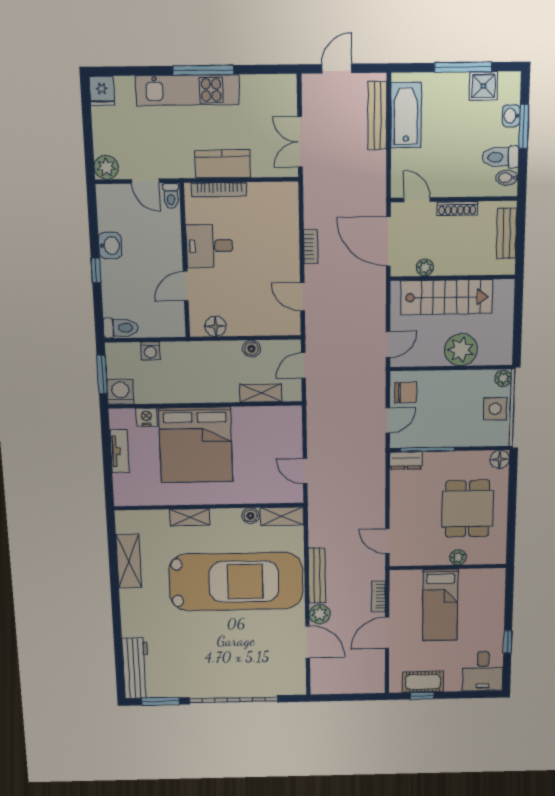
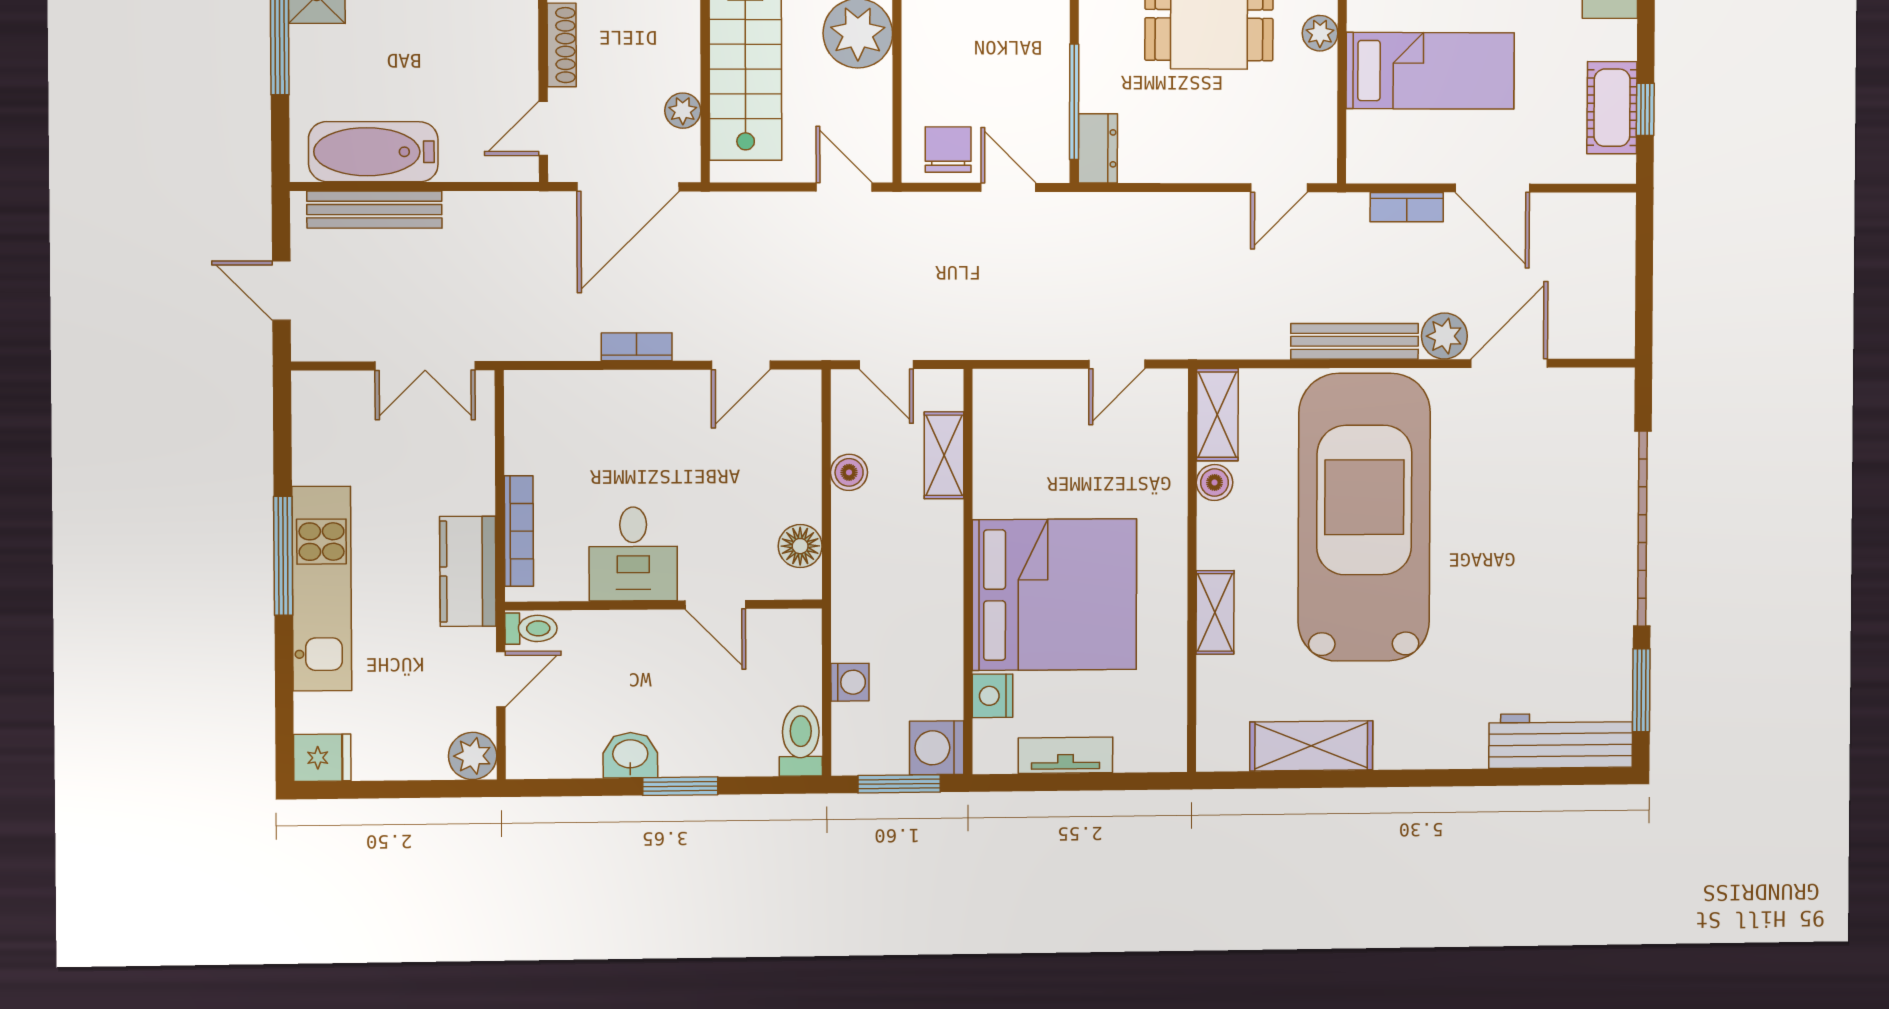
kitchen counter: (223, 164) -> (468, 571), moved
window: (96, 270) -> (680, 786), width x1.50

